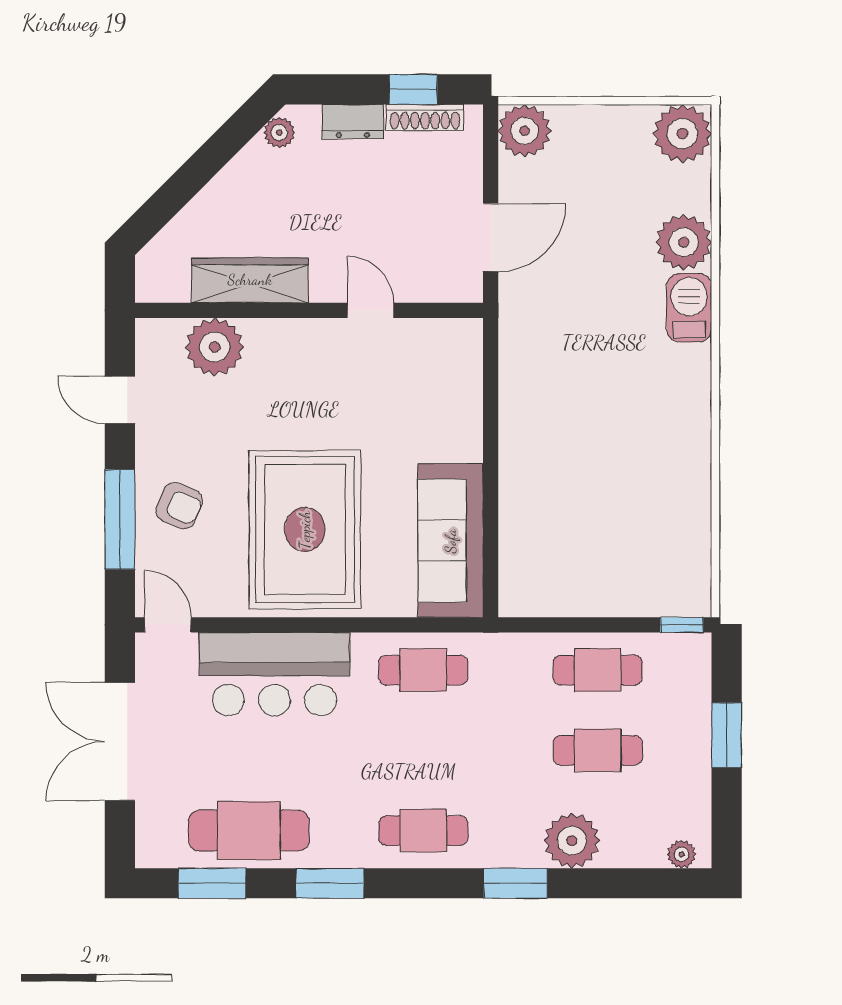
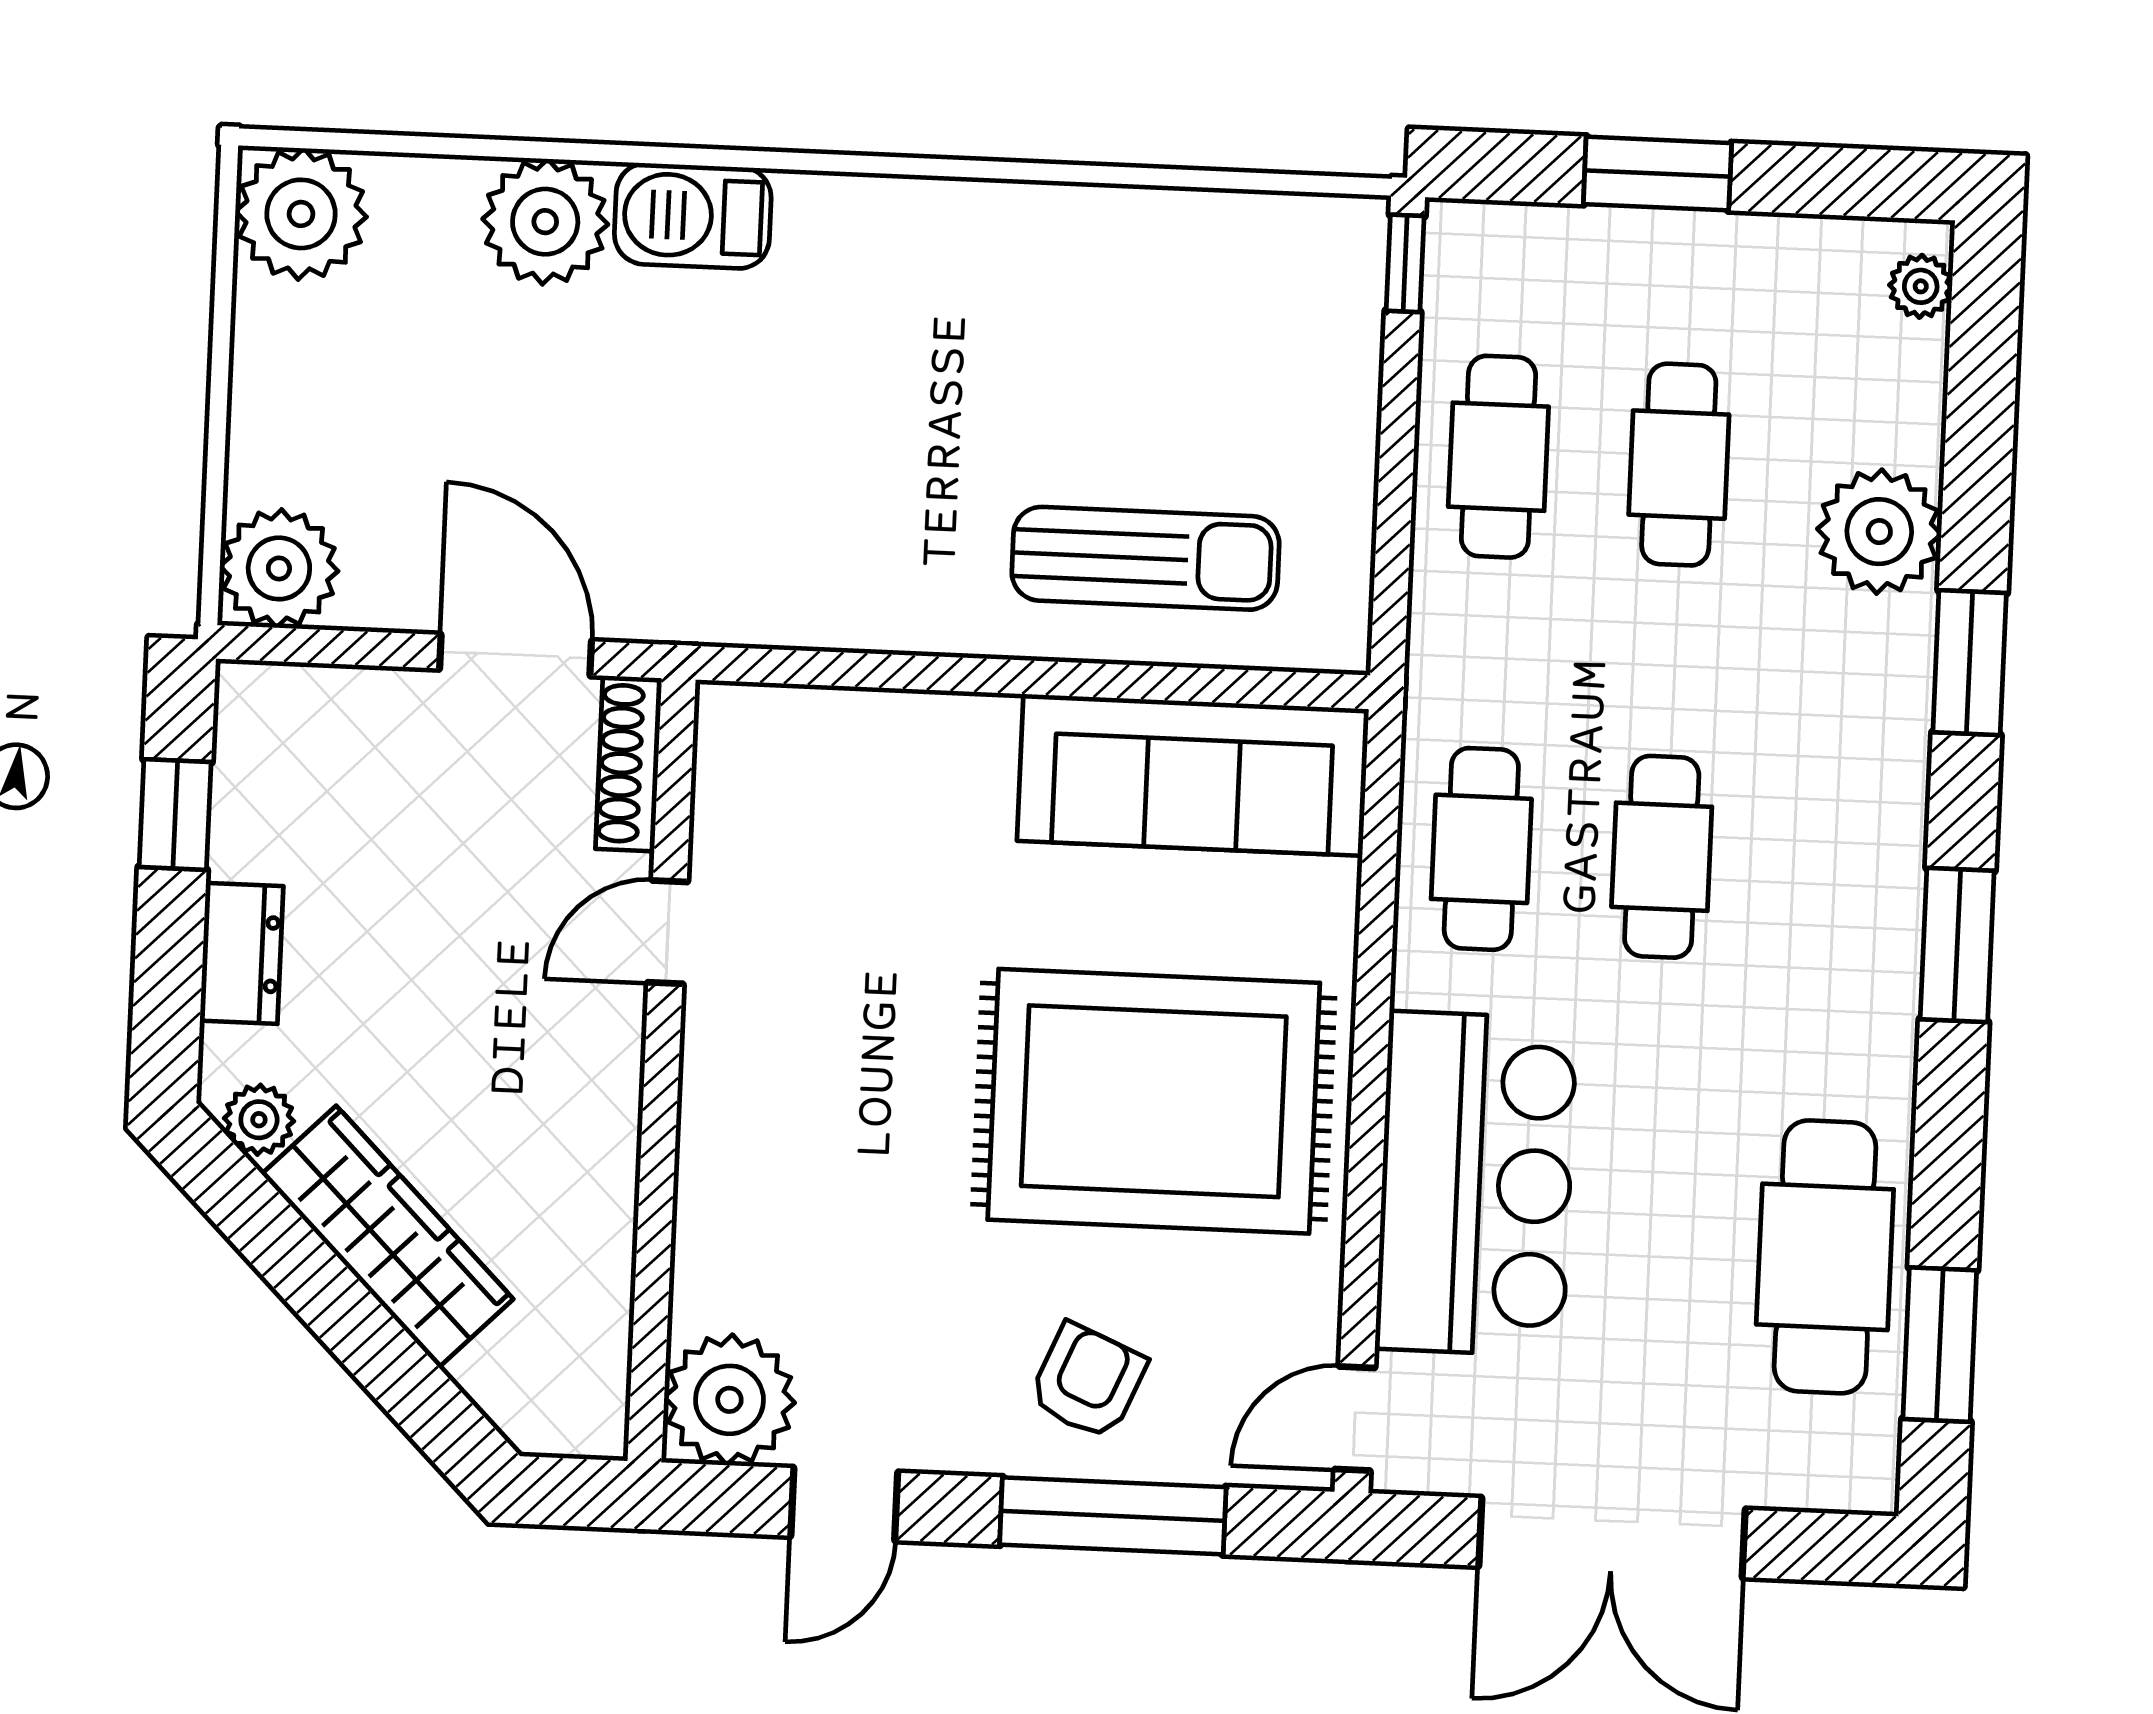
shoe rack: (425, 117) -> (629, 764), moved, turned 180
wardrobe: (250, 280) -> (387, 1237), moved, turned 135
plant: (215, 347) -> (729, 1400), moved
sun lounger: (546, 515) -> (1145, 558), added
cafe table: (423, 831) -> (1662, 857), moved
window: (330, 883) -> (1957, 945), moved

